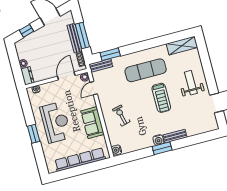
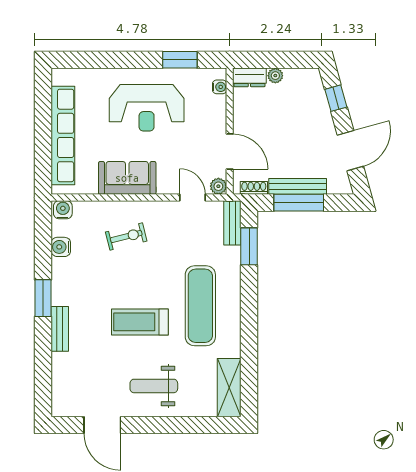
weight bench: (191, 83) -> (154, 386), turned 180
window: (34, 134) -> (180, 60), moved
water cooler: (158, 140) -> (61, 247), moved

